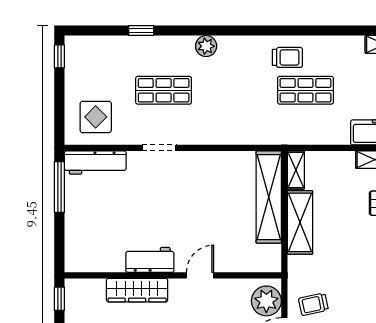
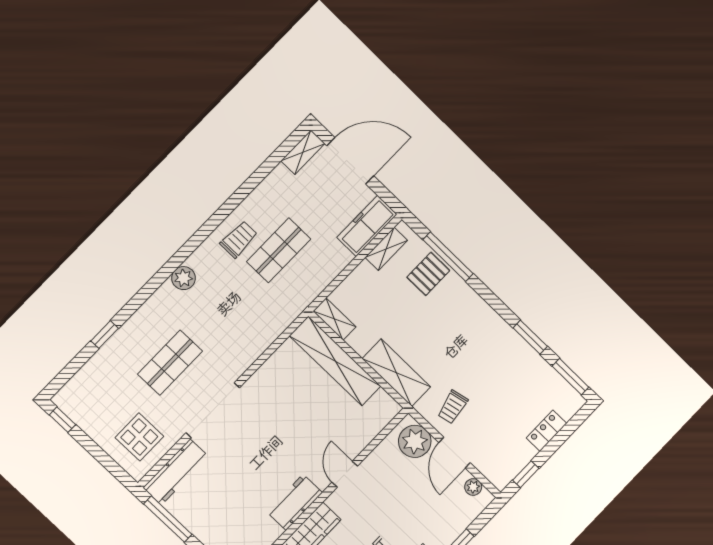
plant: (206, 46) -> (184, 278), moved
doorway: (159, 148) -> (213, 410), width x1.88
shelving: (300, 222) -> (396, 373), moved

